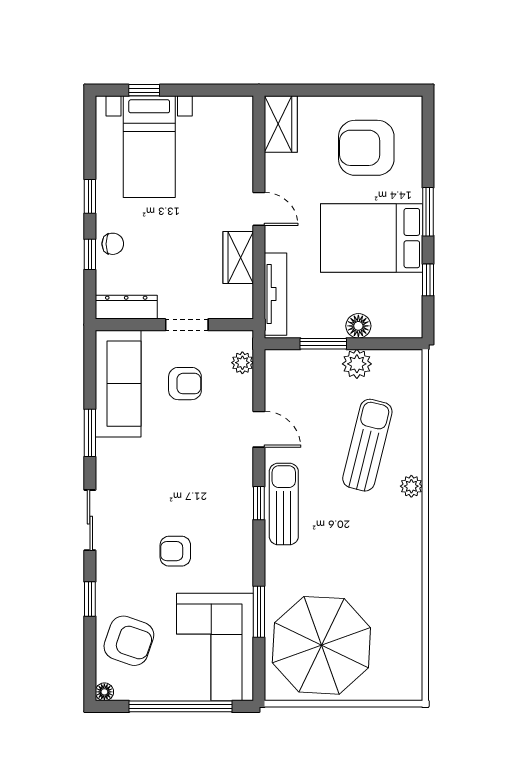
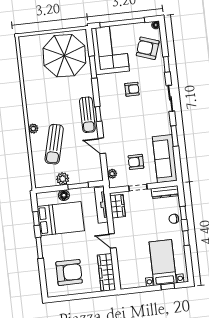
wardrobe: (281, 124) -> (106, 273), width x1.50
bed: (372, 238) -> (61, 219), moved
wardrobe: (238, 258) -> (118, 206), moved

